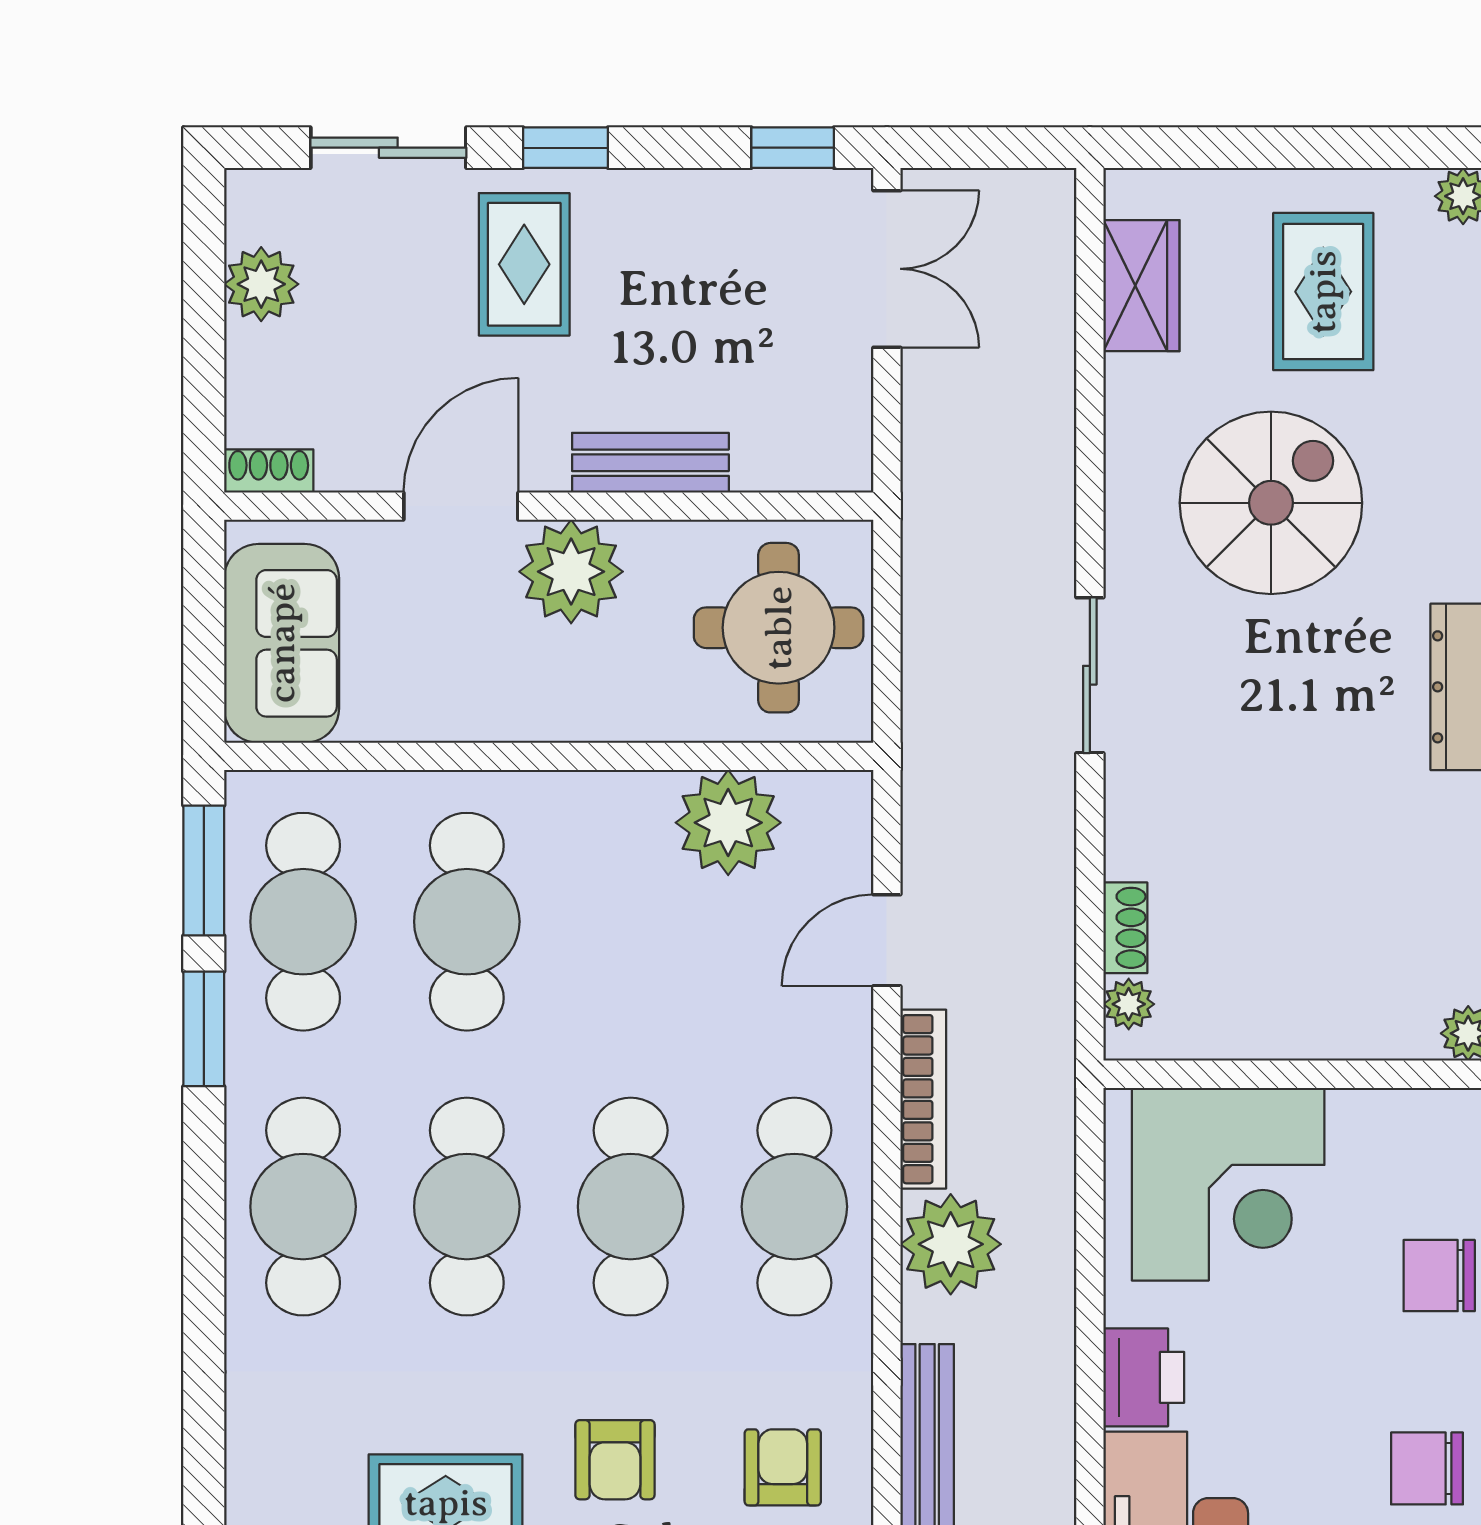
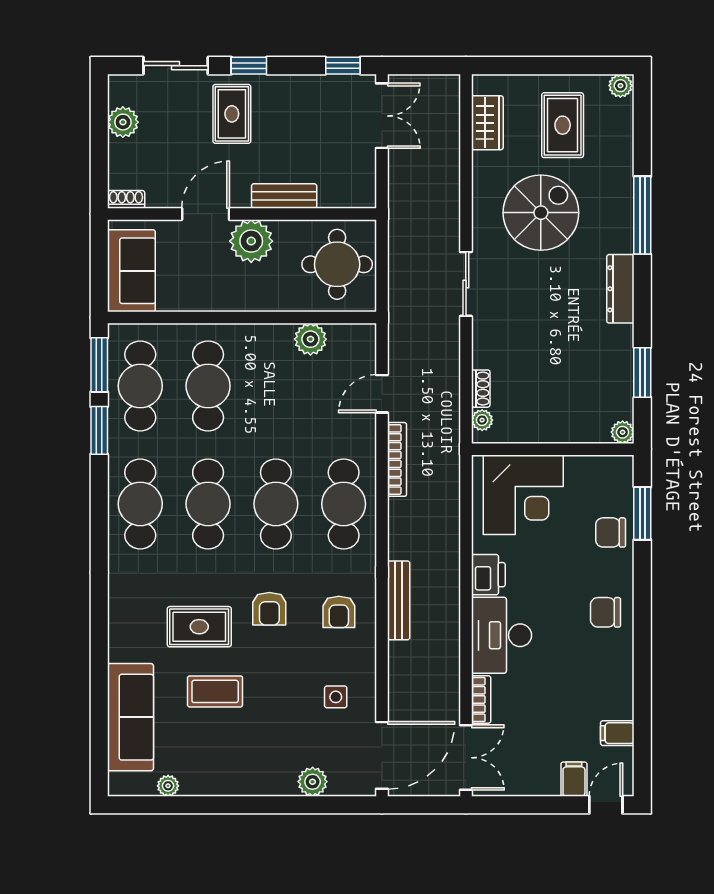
plant: (728, 823) -> (310, 339), width x0.73, depth x0.73
plant: (951, 1244) -> (408, 520), removed
armchair: (783, 1467) -> (339, 612), turned 180

